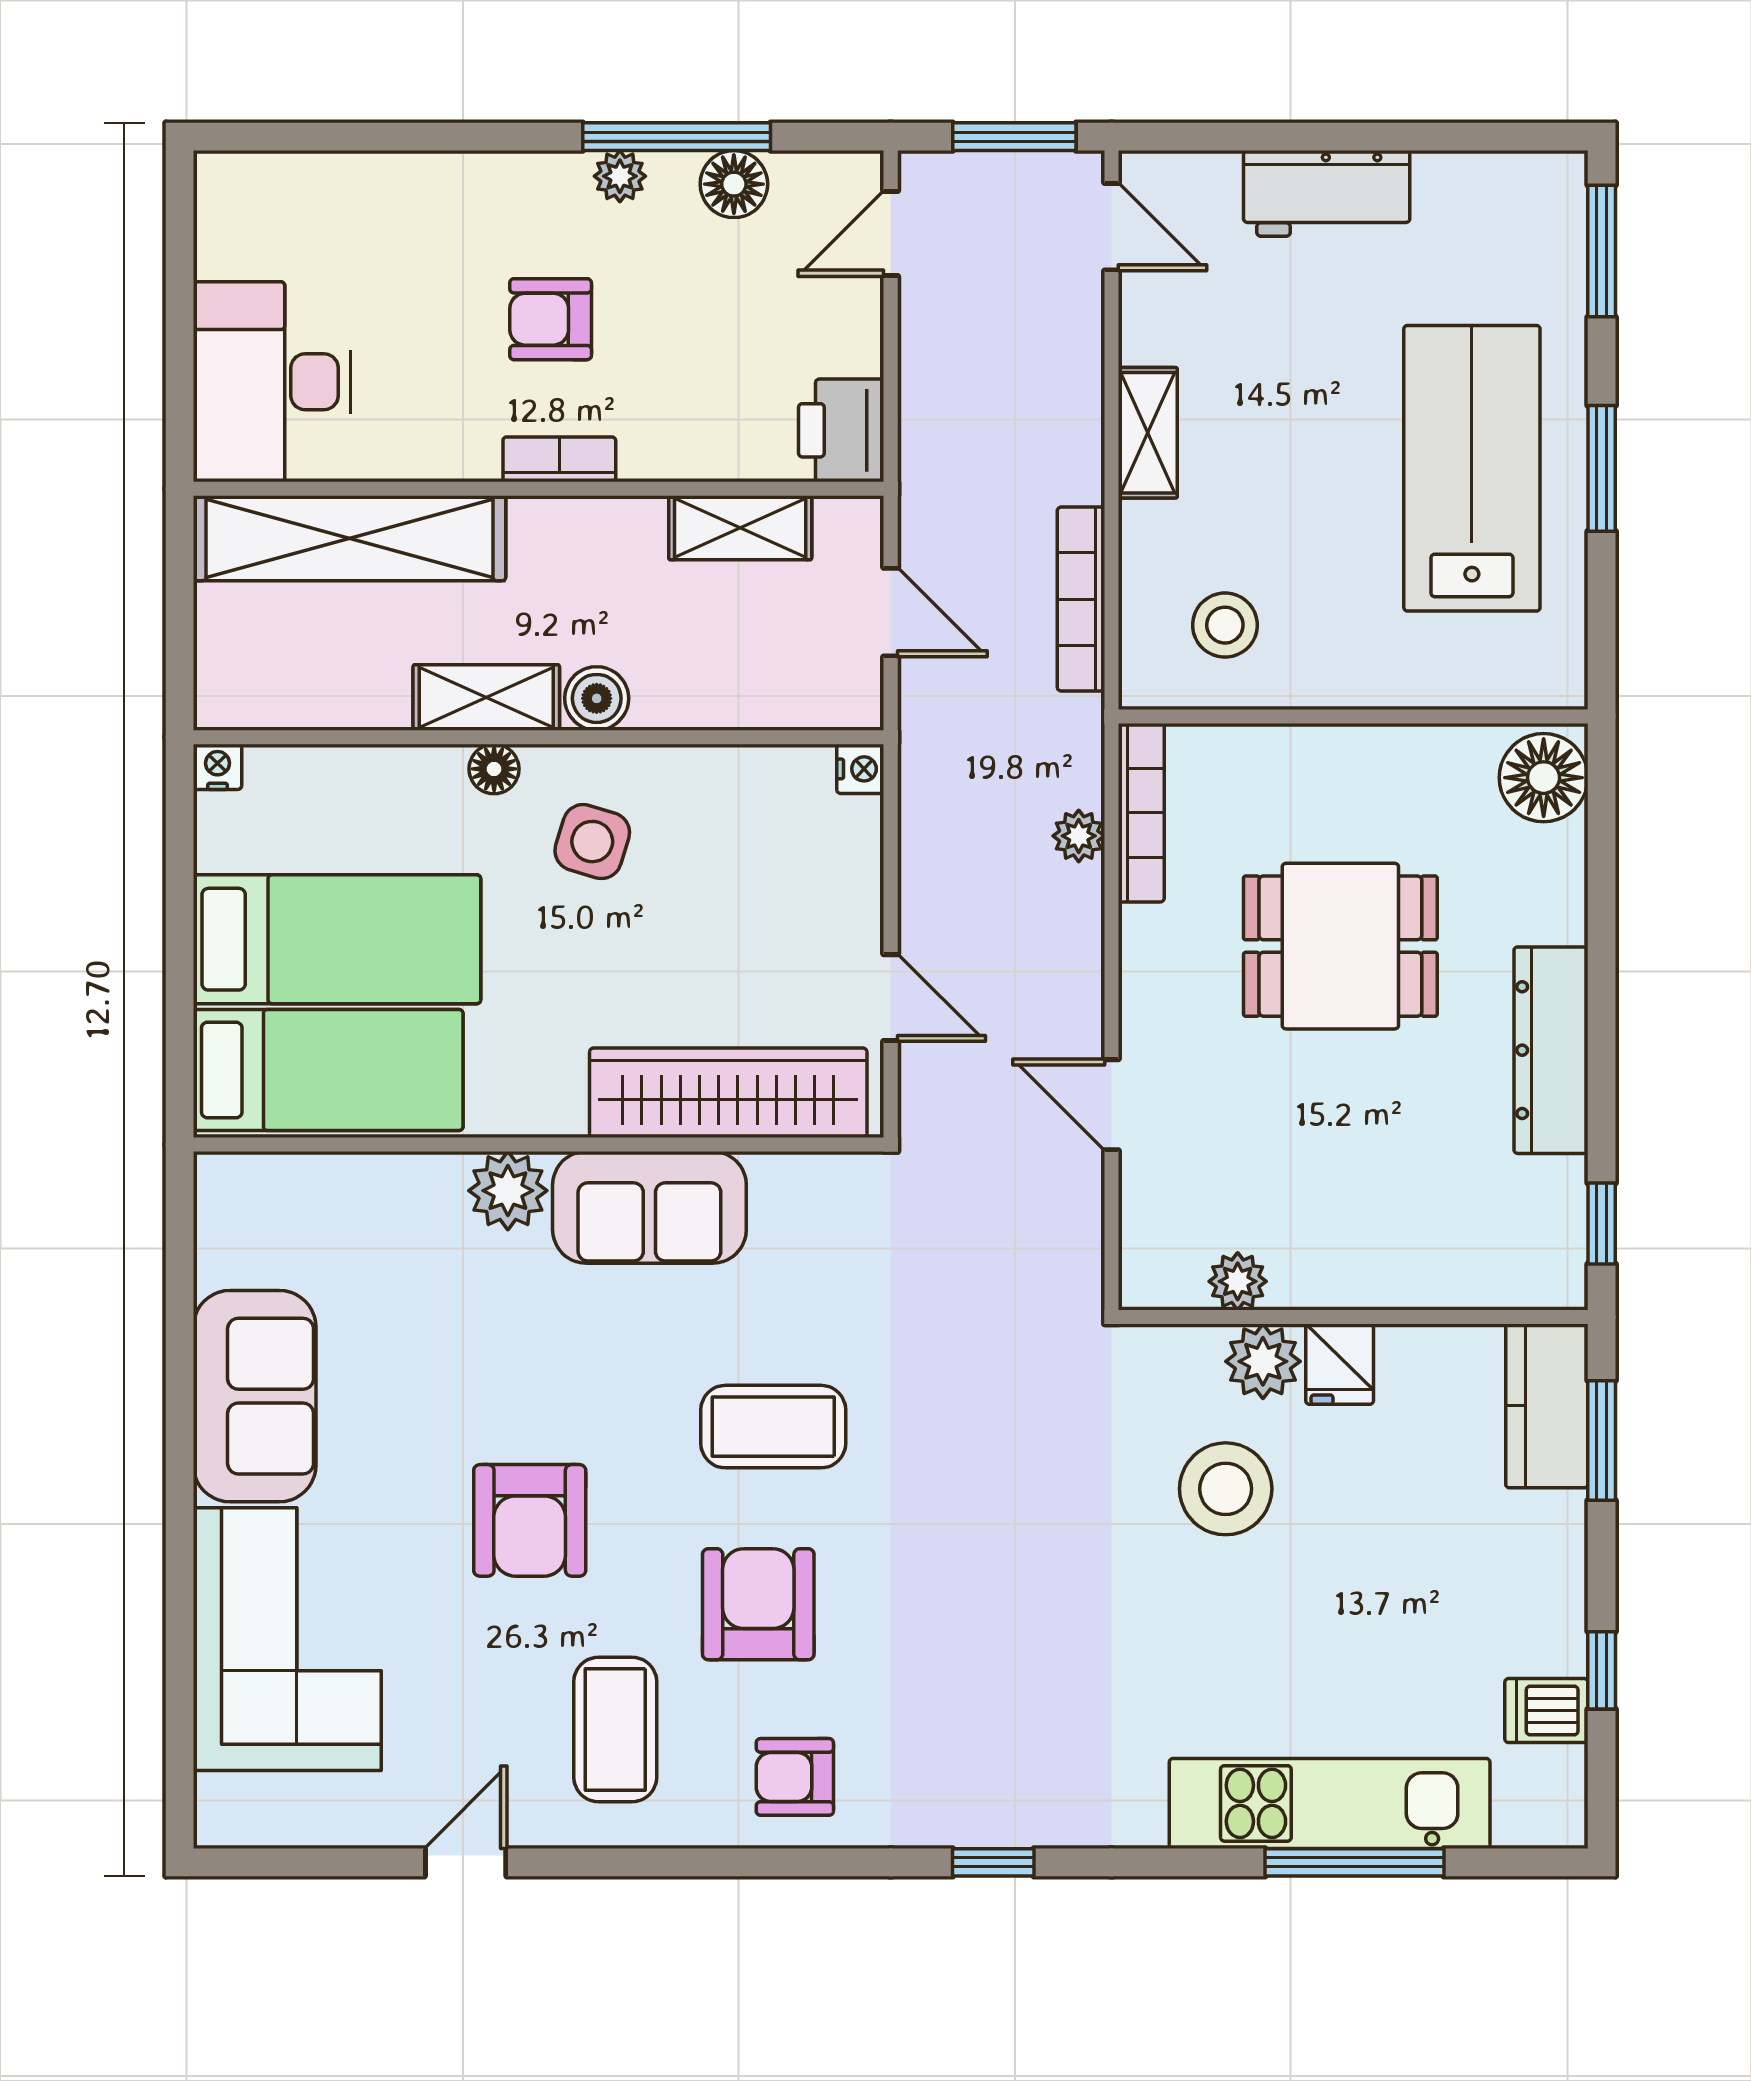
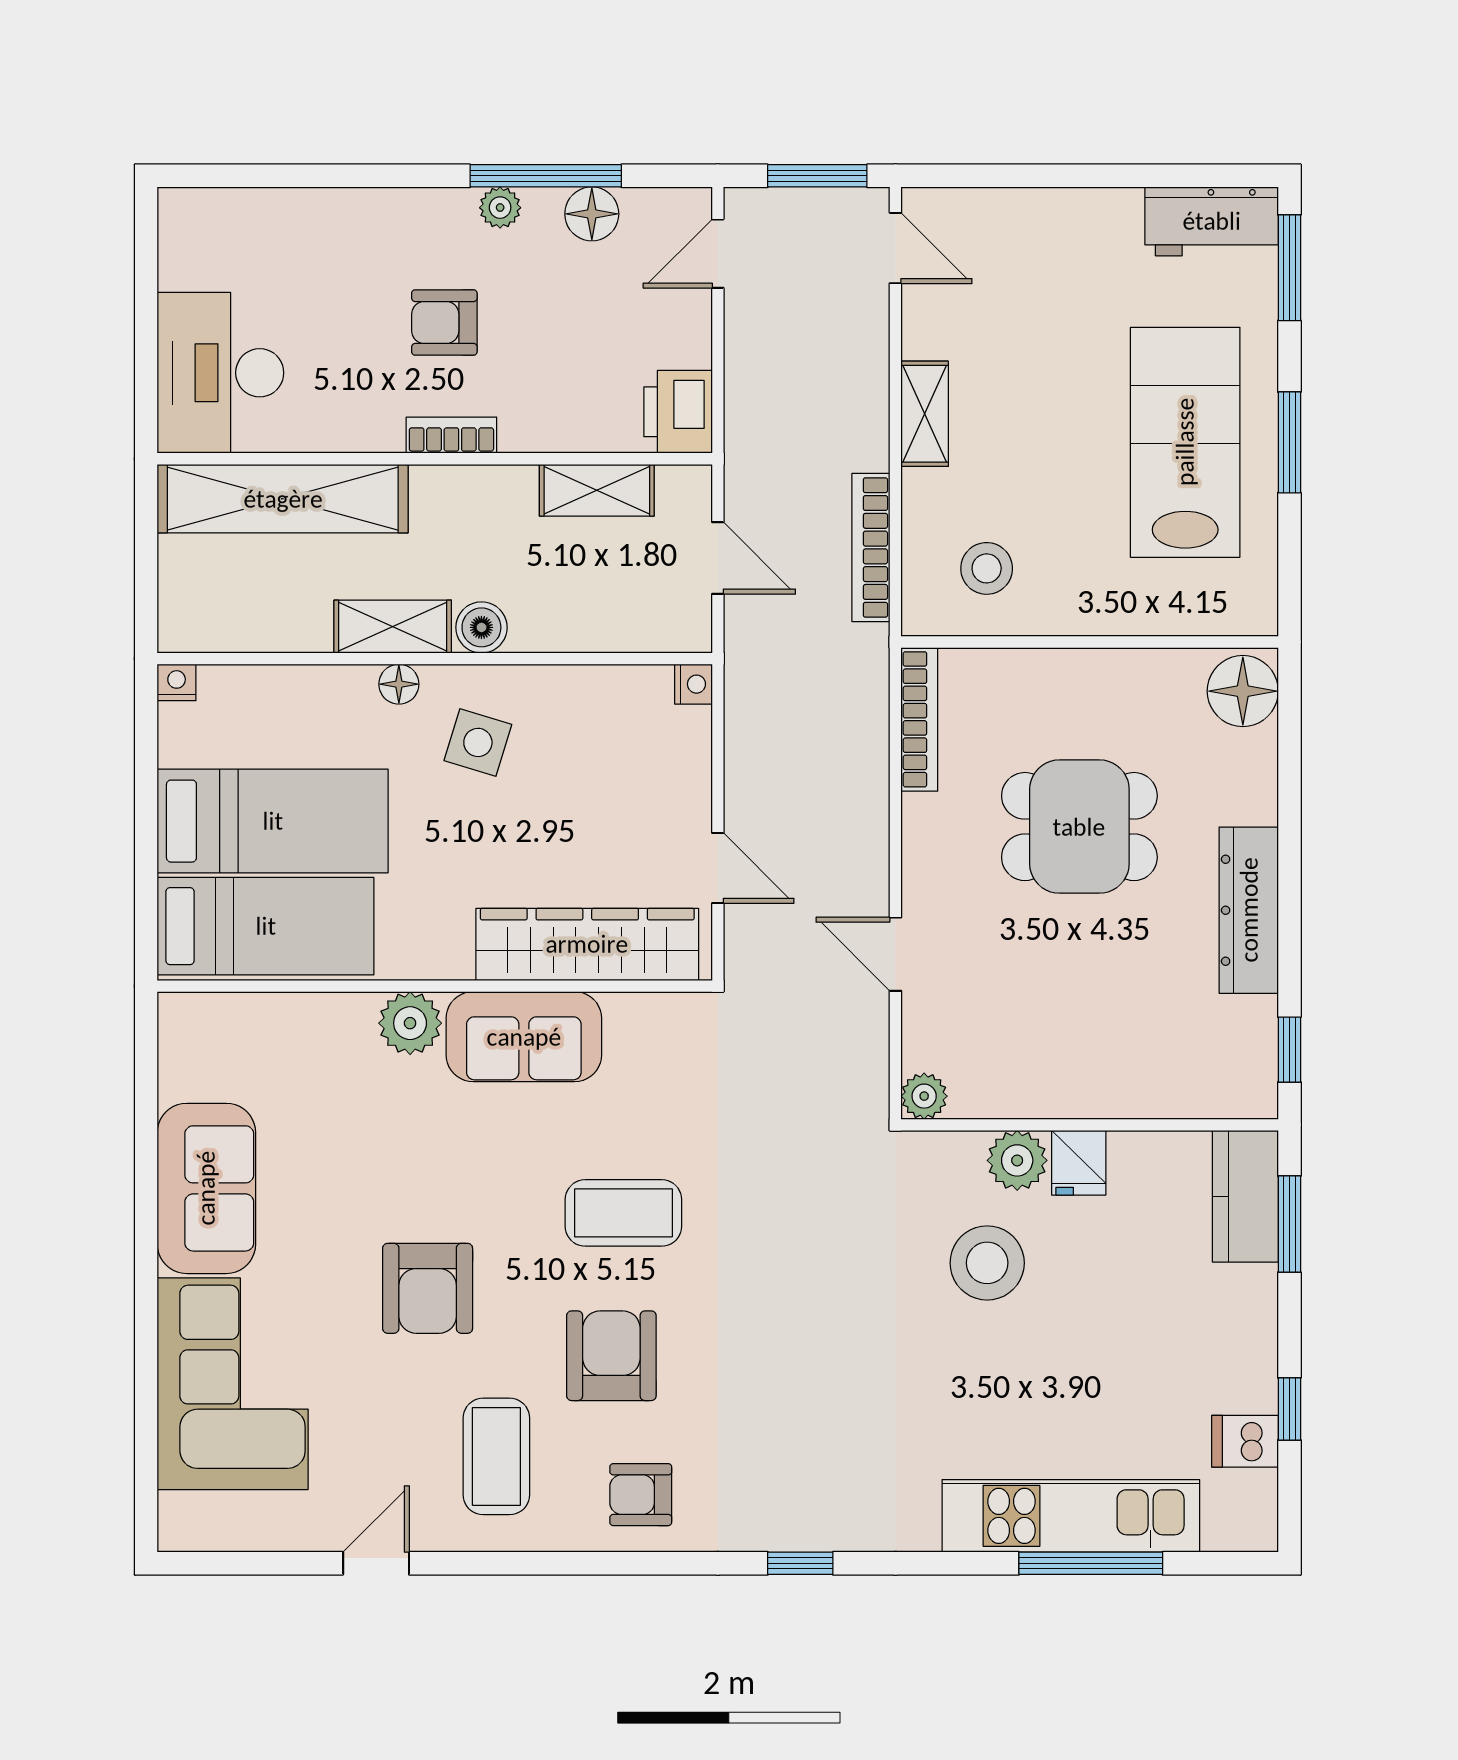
workbench: (1327, 193) -> (1212, 221), moved
plant: (1079, 836) -> (869, 738), removed
plant: (1238, 1281) -> (924, 1096), moved

